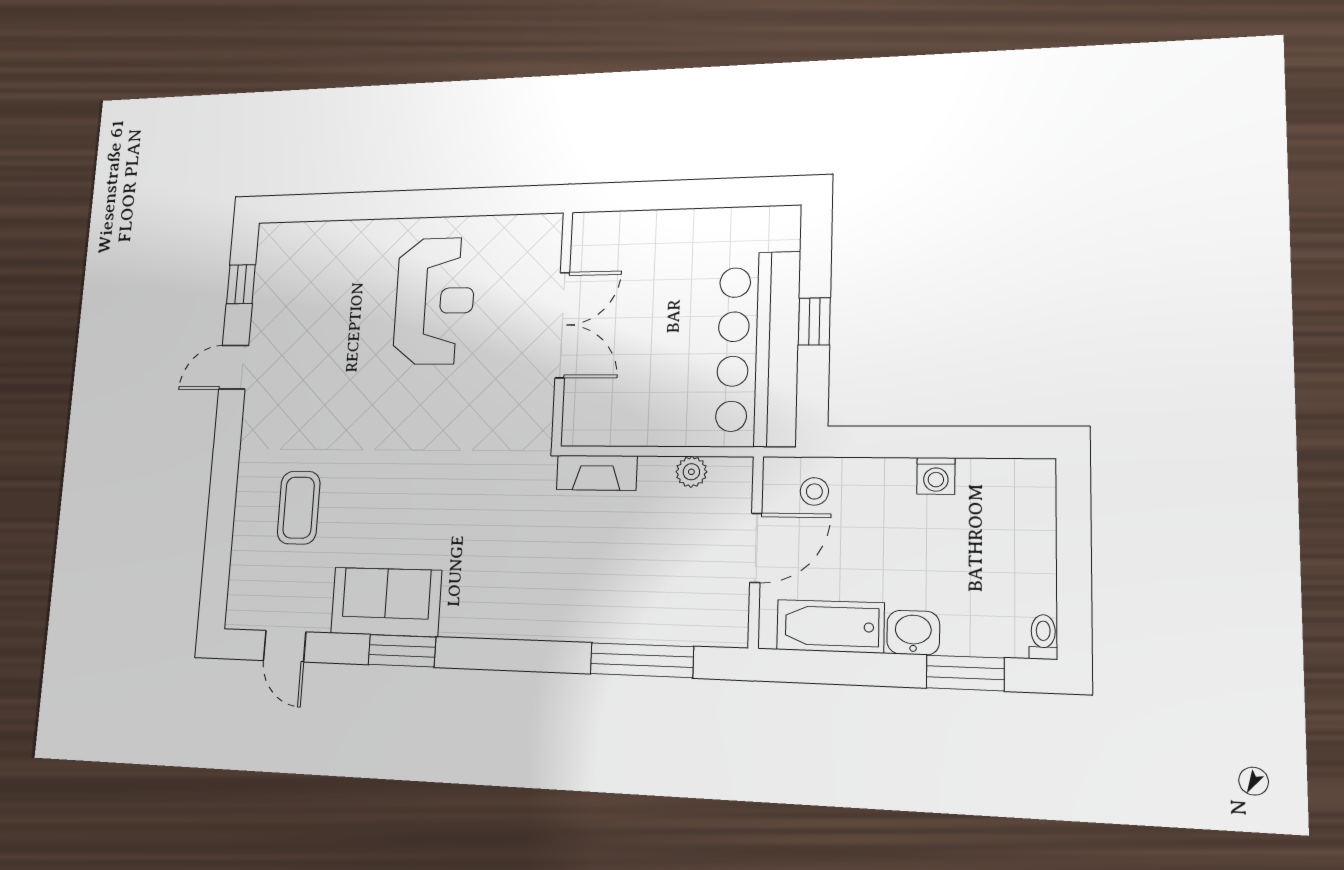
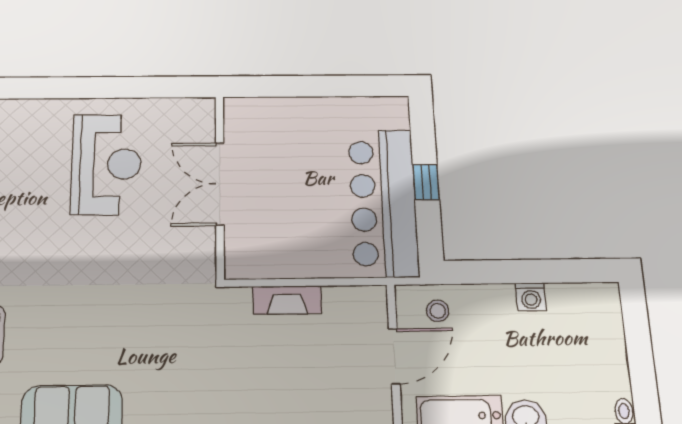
double door: (562, 325) -> (220, 184), swing flipped
plant: (691, 472) -> (336, 298), removed
fireplace: (597, 473) -> (287, 300), moved

